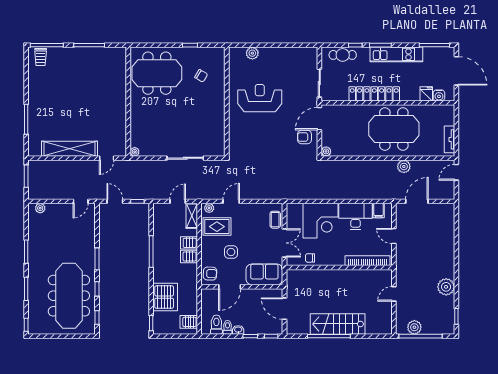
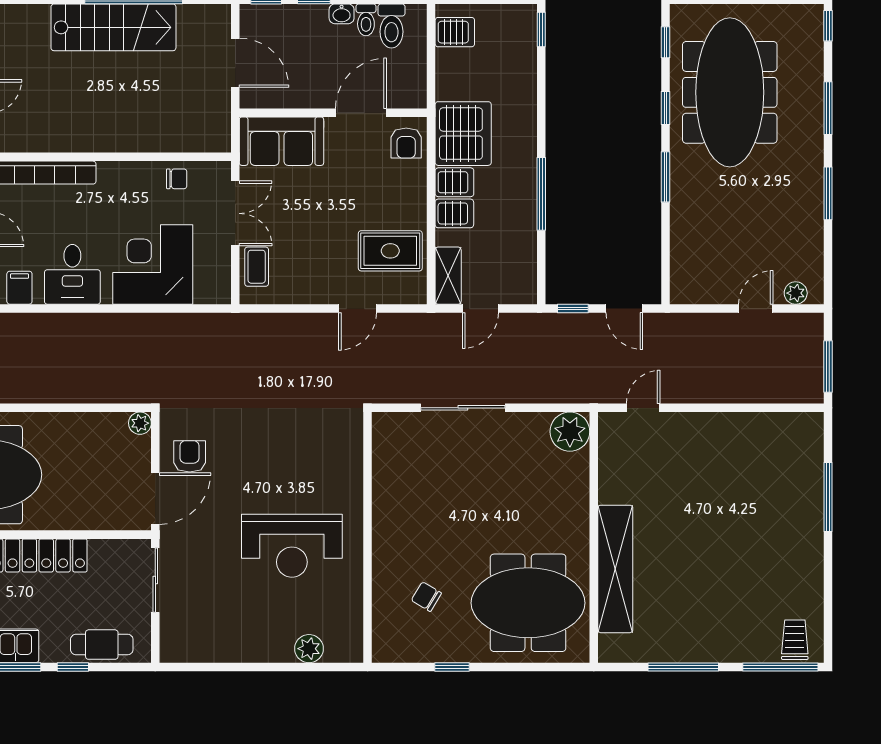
armchair: (304, 137) -> (190, 456), turned -90
shelving: (69, 149) -> (615, 569), moved, turned 90
plant: (135, 152) -> (570, 432), width x1.88, depth x1.88
door: (81, 201) -> (756, 309), moved
plant: (209, 208) -> (408, 294), removed
desk: (355, 216) -> (72, 274), width x0.73
double door: (284, 243) -> (235, 213), swing flipped
side table: (231, 252) -> (358, 192), removed
armchair: (210, 274) -> (406, 143), turned -92
server rack: (165, 297) -> (463, 134), moved, turned 180

